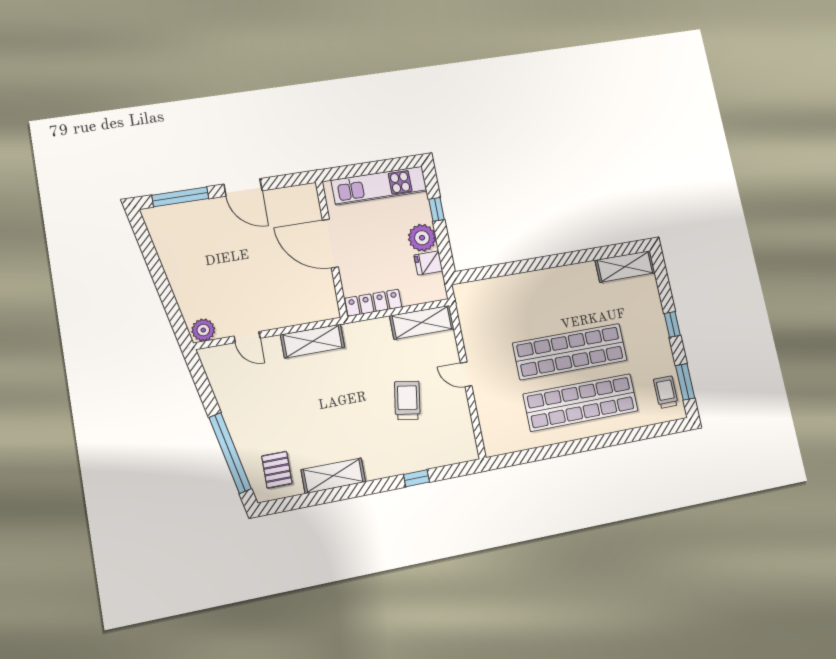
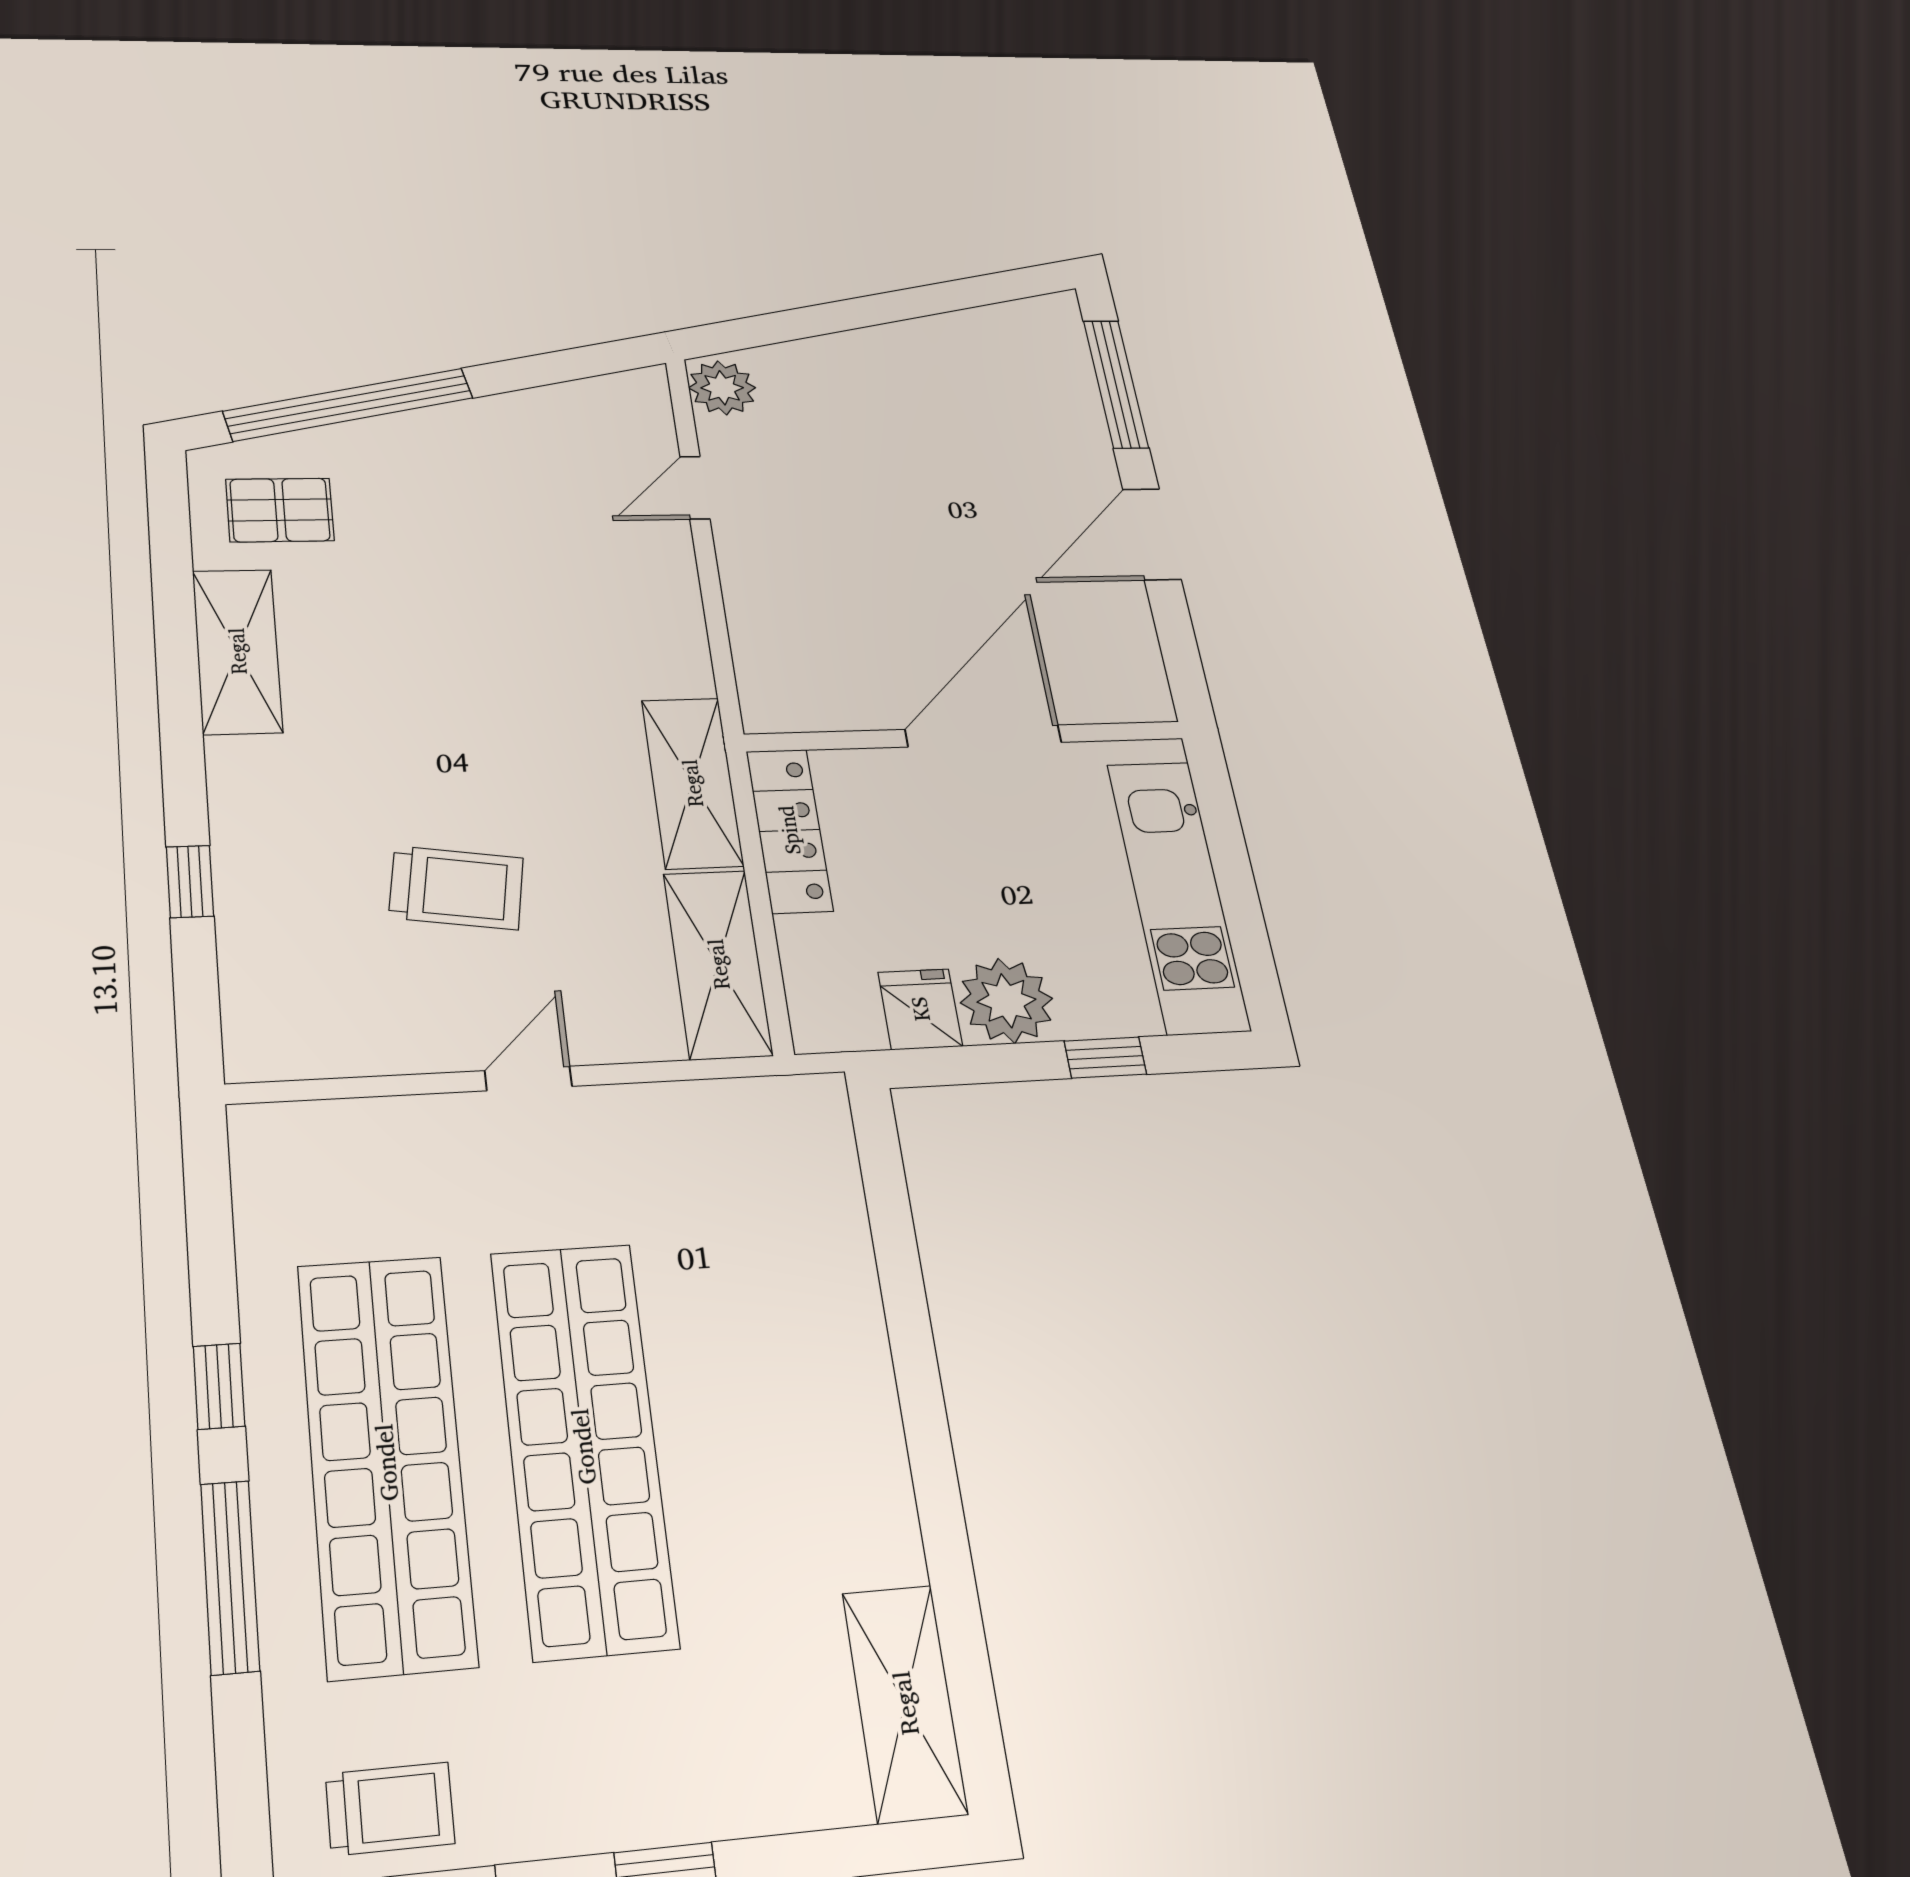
shelving: (313, 341) -> (692, 783), moved
window: (615, 439) -> (230, 1577), added
window: (566, 448) -> (219, 1386), added

